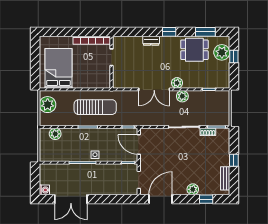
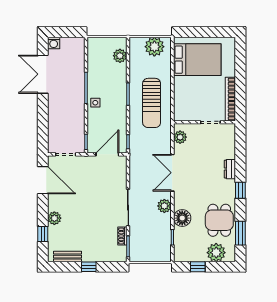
window: (234, 57) -> (198, 267), moved
floor lamp: (193, 81) -> (182, 218), added
plant: (177, 83) -> (180, 137), moved

